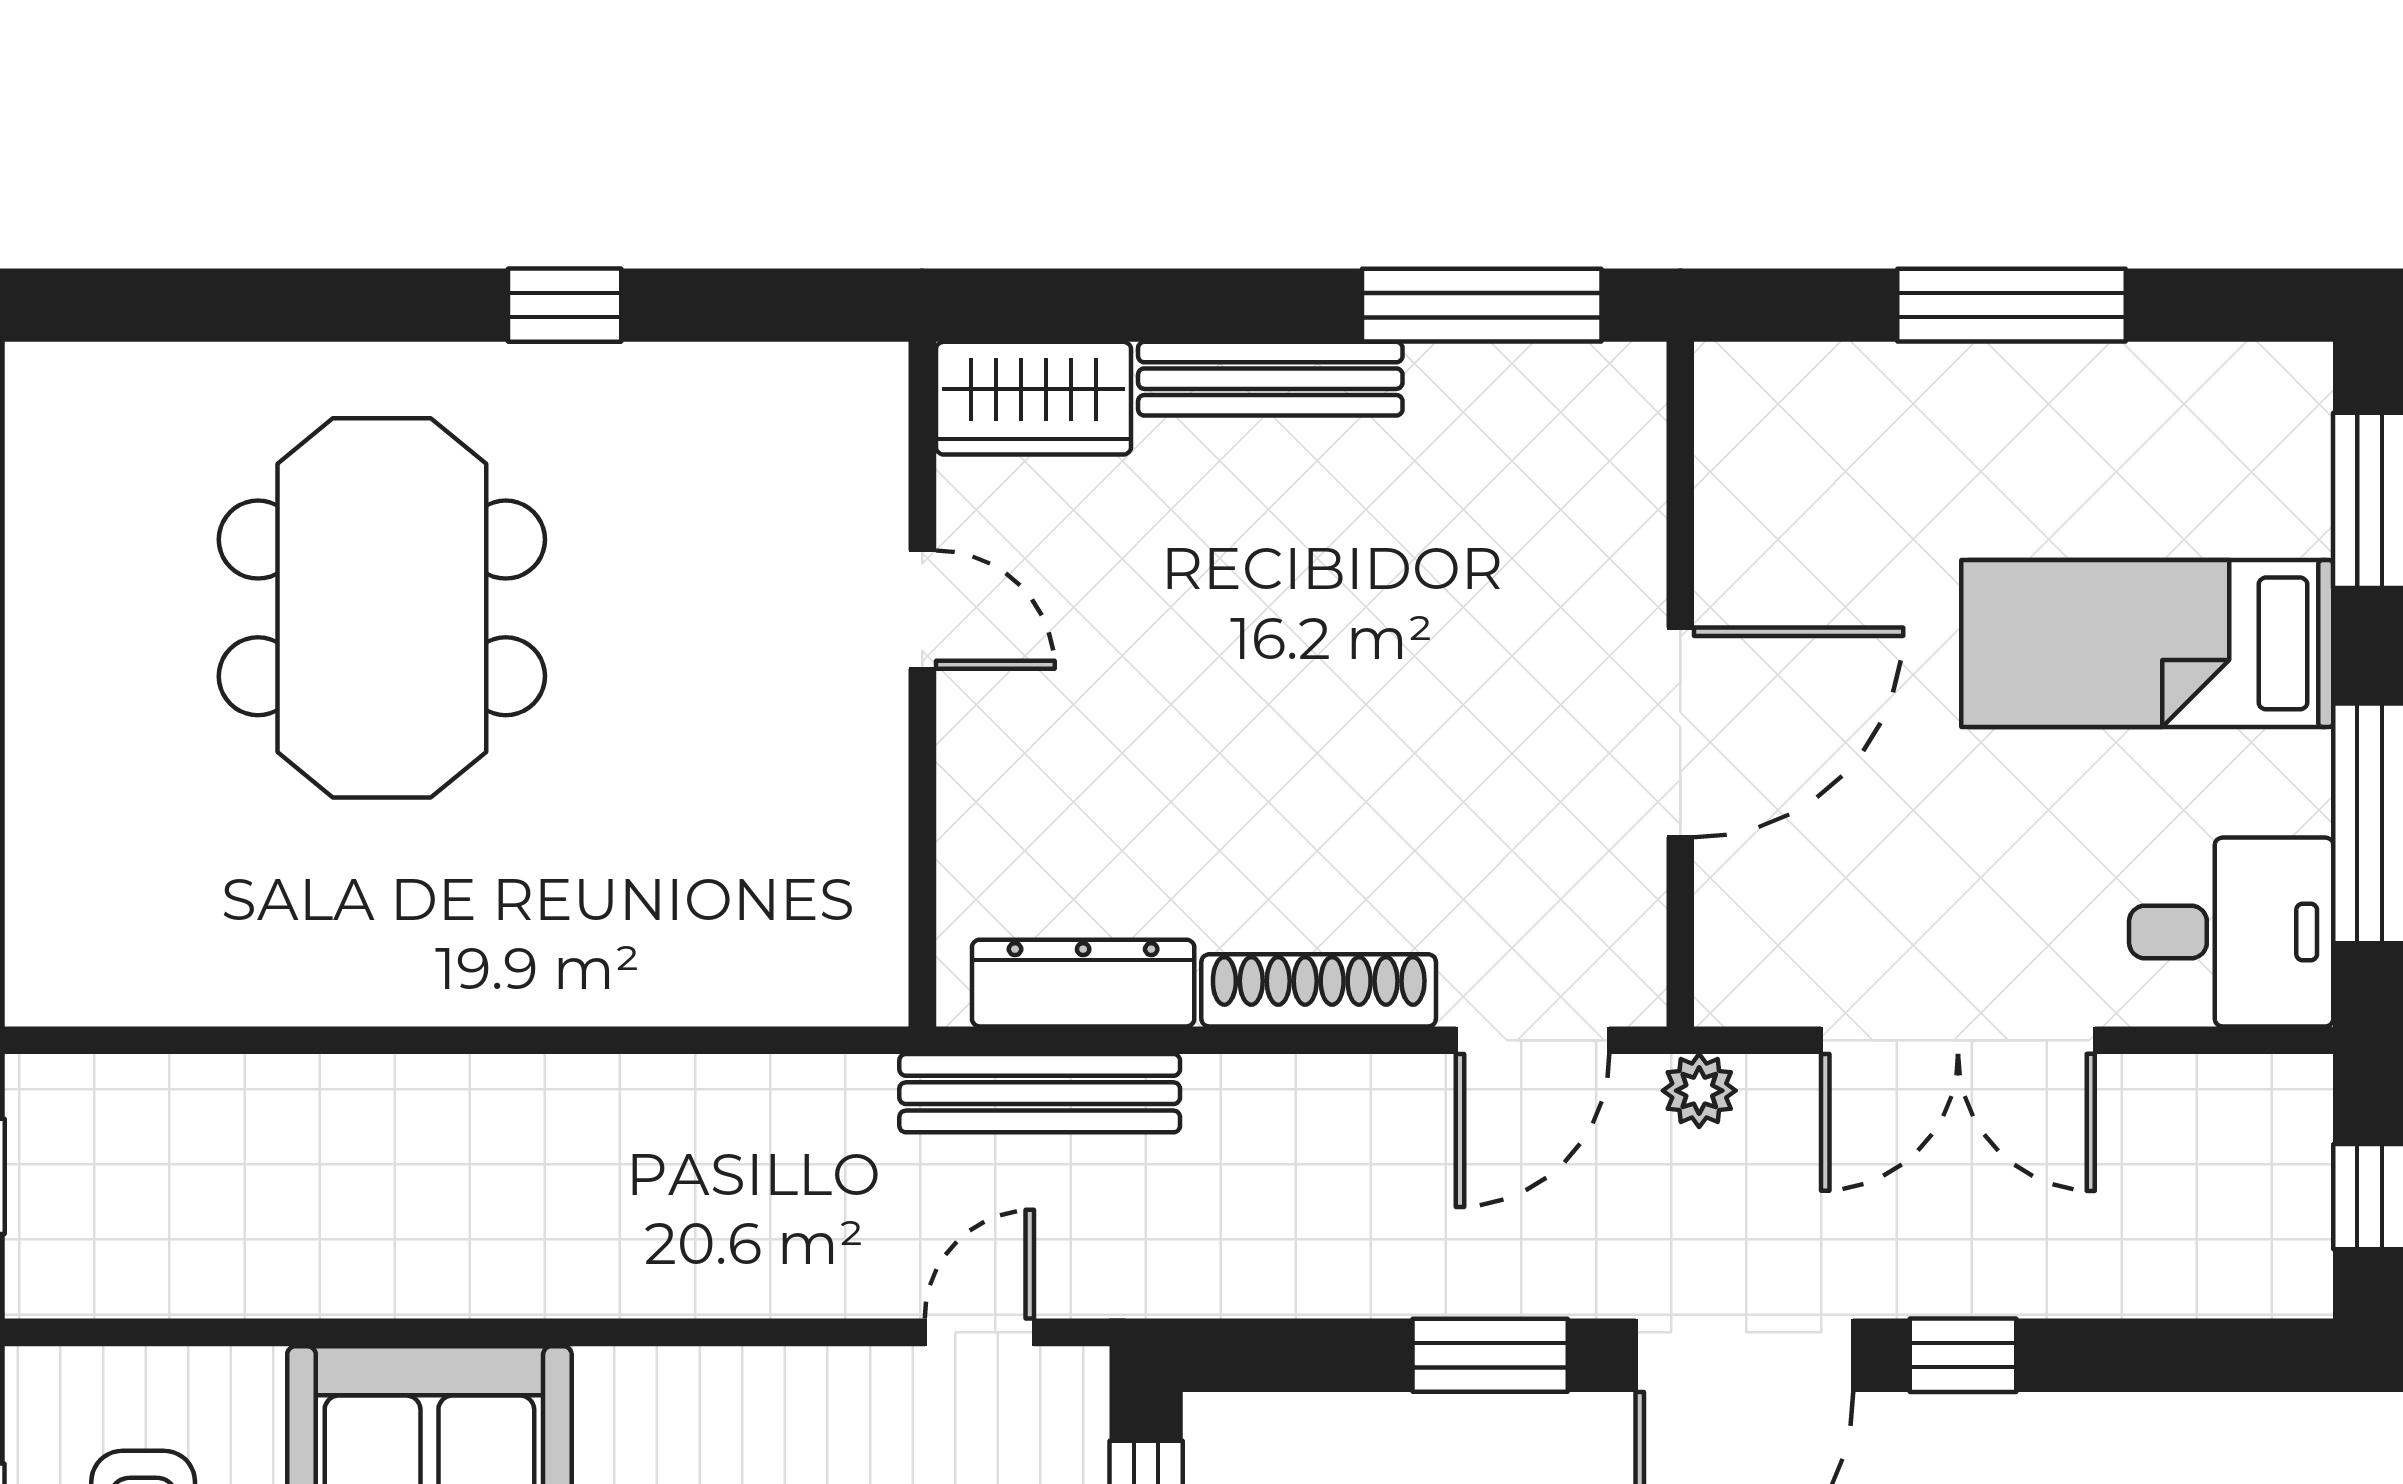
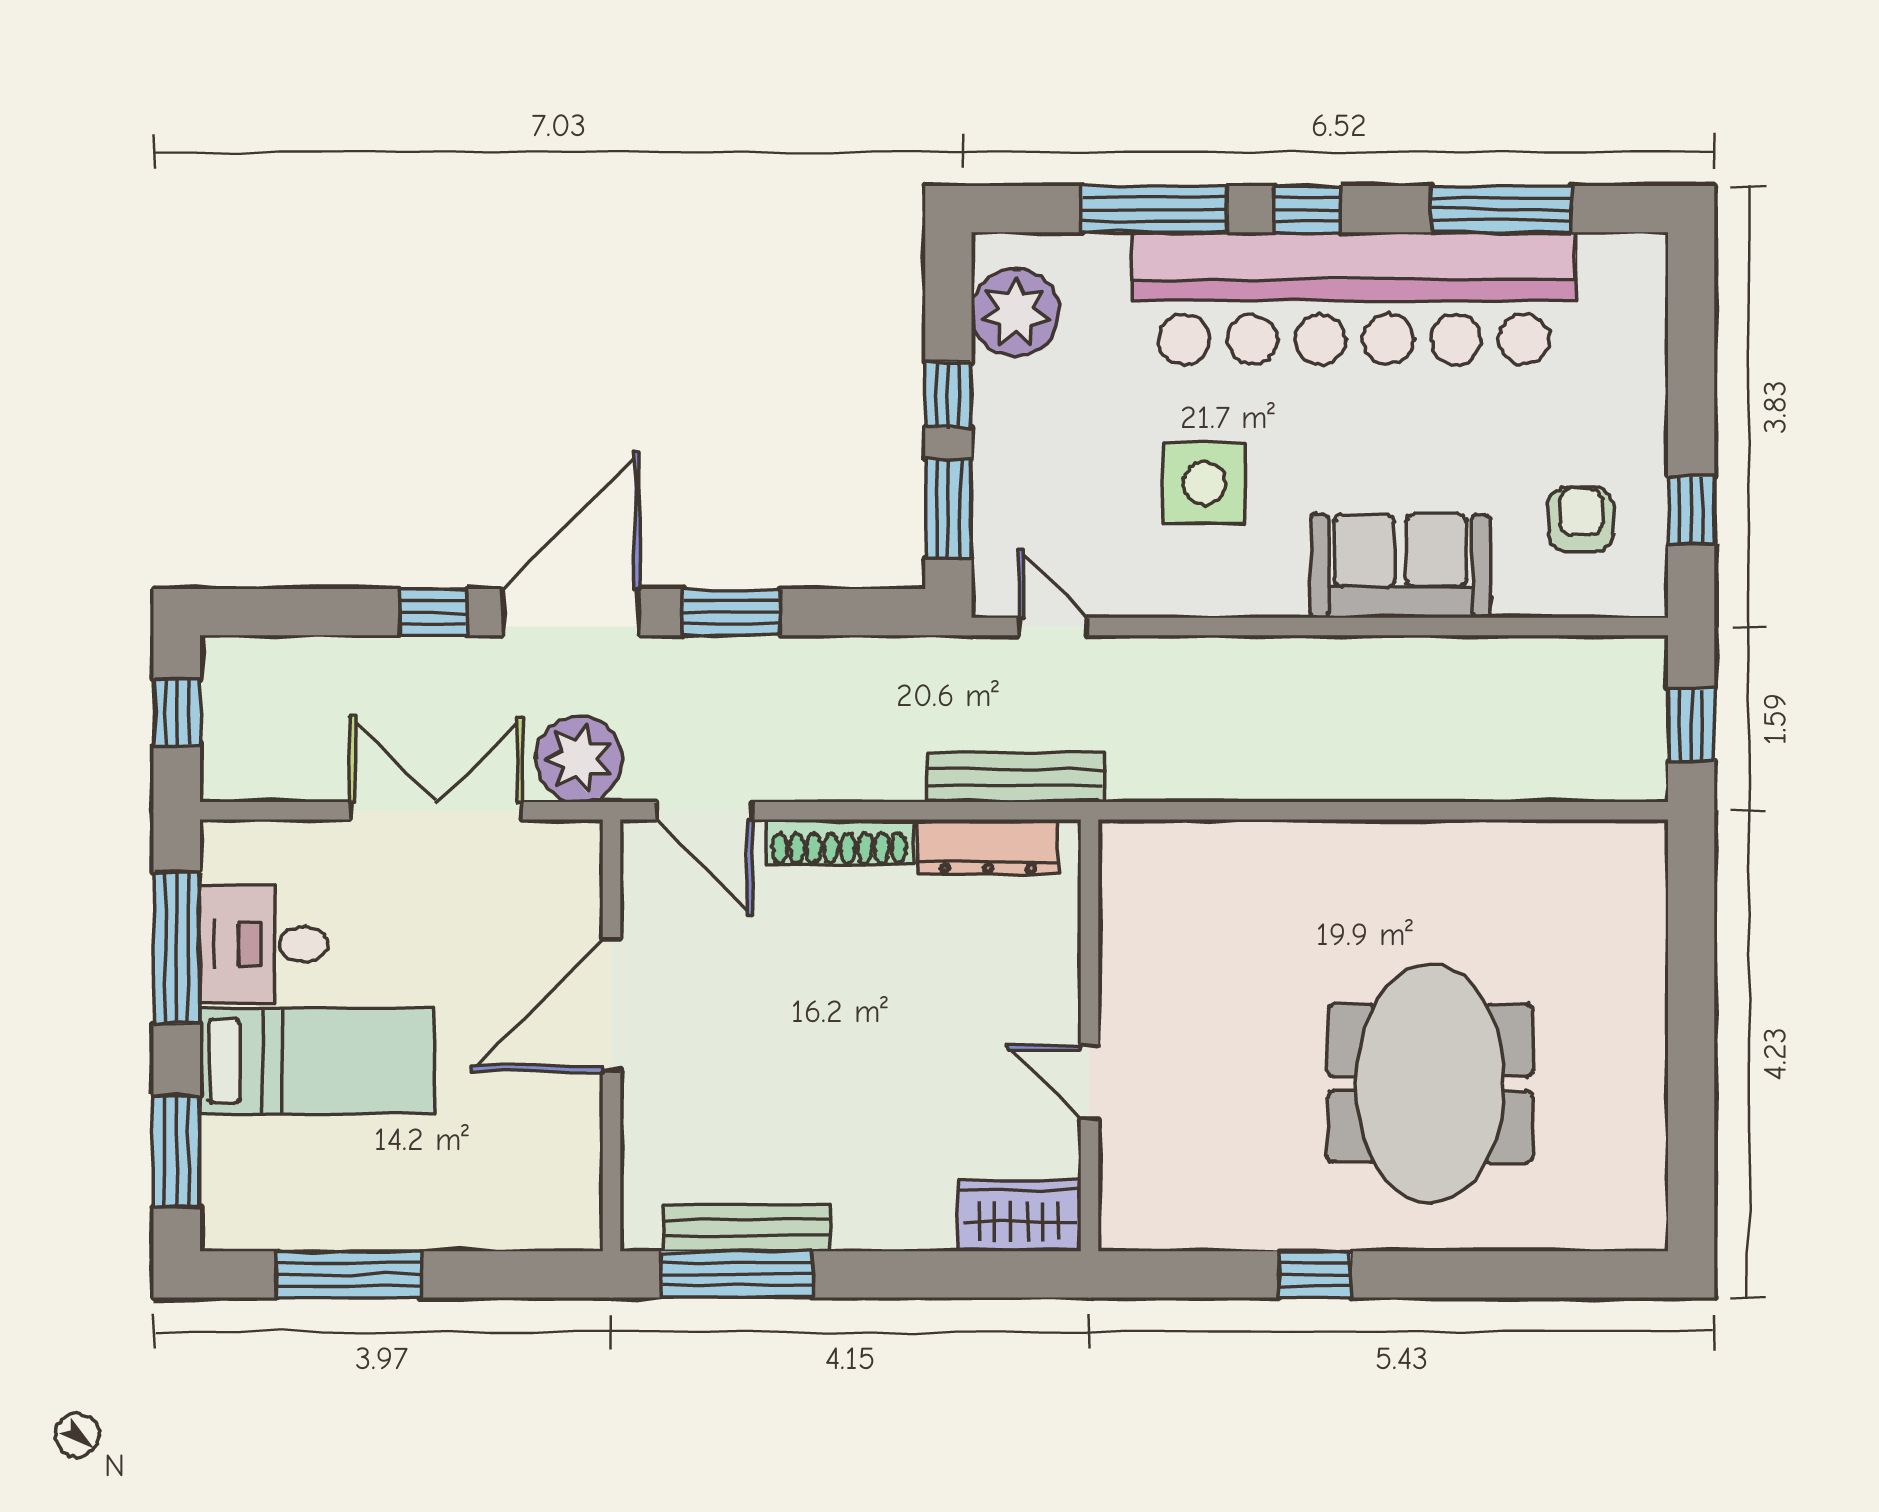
window: (2011, 305) -> (349, 1274), moved
bench: (1270, 379) -> (746, 1228), moved
desk: (2231, 932) -> (264, 944), moved
door: (1533, 1040) -> (705, 811), swing flipped
plant: (1699, 1091) -> (579, 759), width x1.88, depth x1.88
door: (979, 1332) -> (1054, 627), swing flipped

